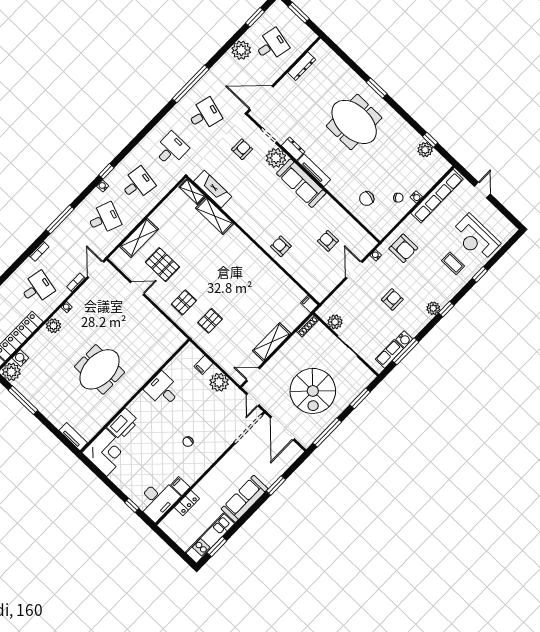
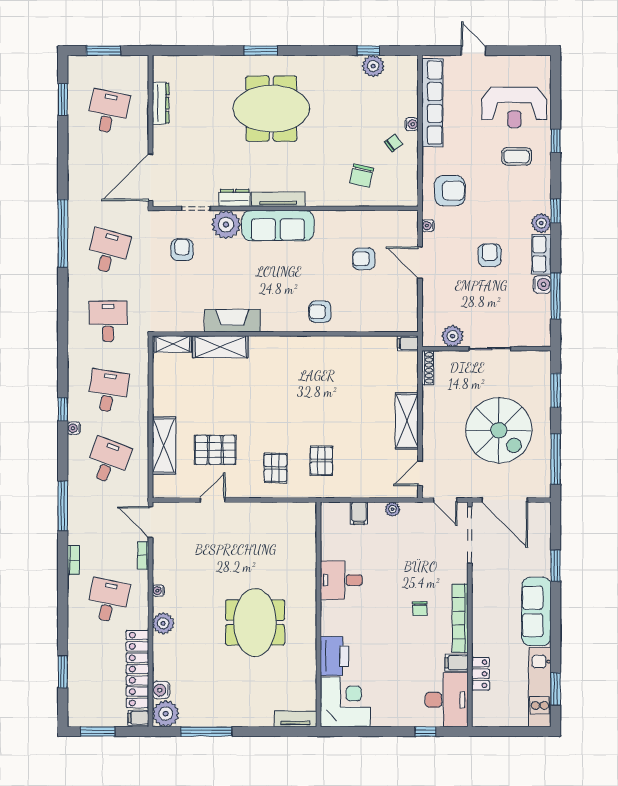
plant: (241, 50) -> (81, 147), removed
fireplace: (213, 189) -> (232, 321), moved
row of seats: (389, 354) -> (541, 254), moved
plant: (219, 382) -> (392, 509), width x0.53, depth x0.53
bookcase: (203, 466) -> (460, 618), added

